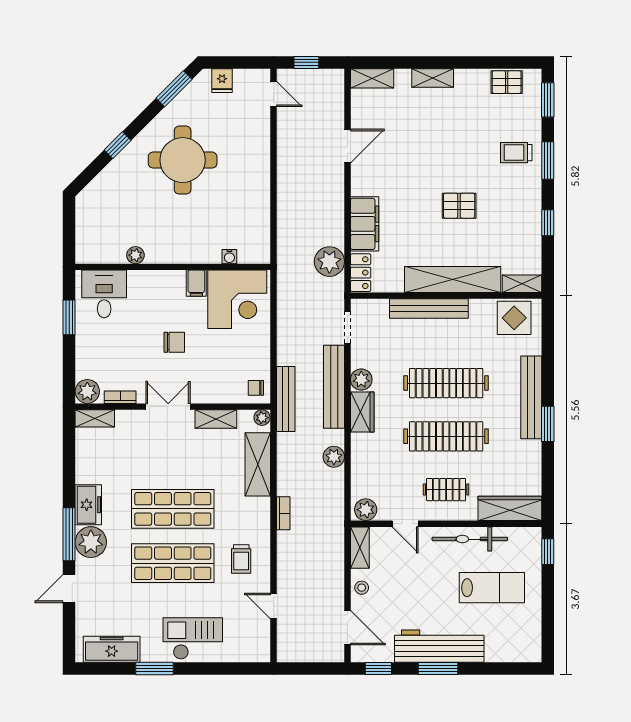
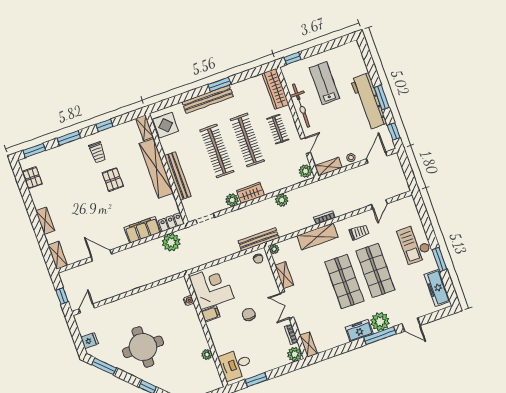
trolley: (516, 153) -> (97, 152), moved
bench: (334, 387) -> (242, 214), removed
shelving: (258, 464) -> (318, 236), moved

